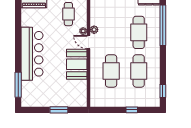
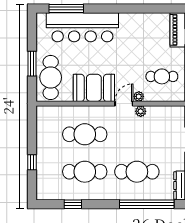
bar counter: (32, 54) -> (82, 27), moved
window: (163, 91) -> (73, 204), moved
cafe table: (69, 96) -> (51, 77), added

